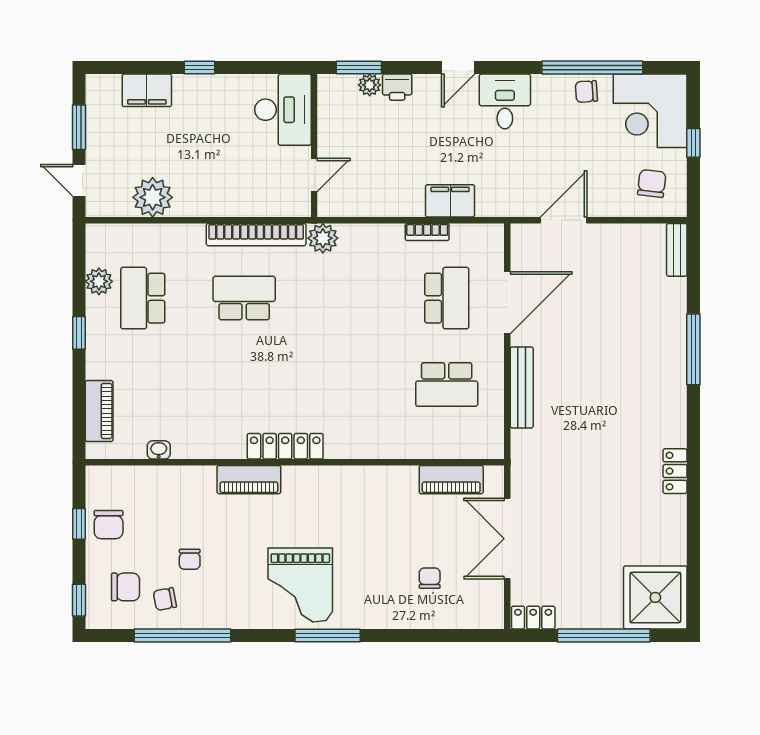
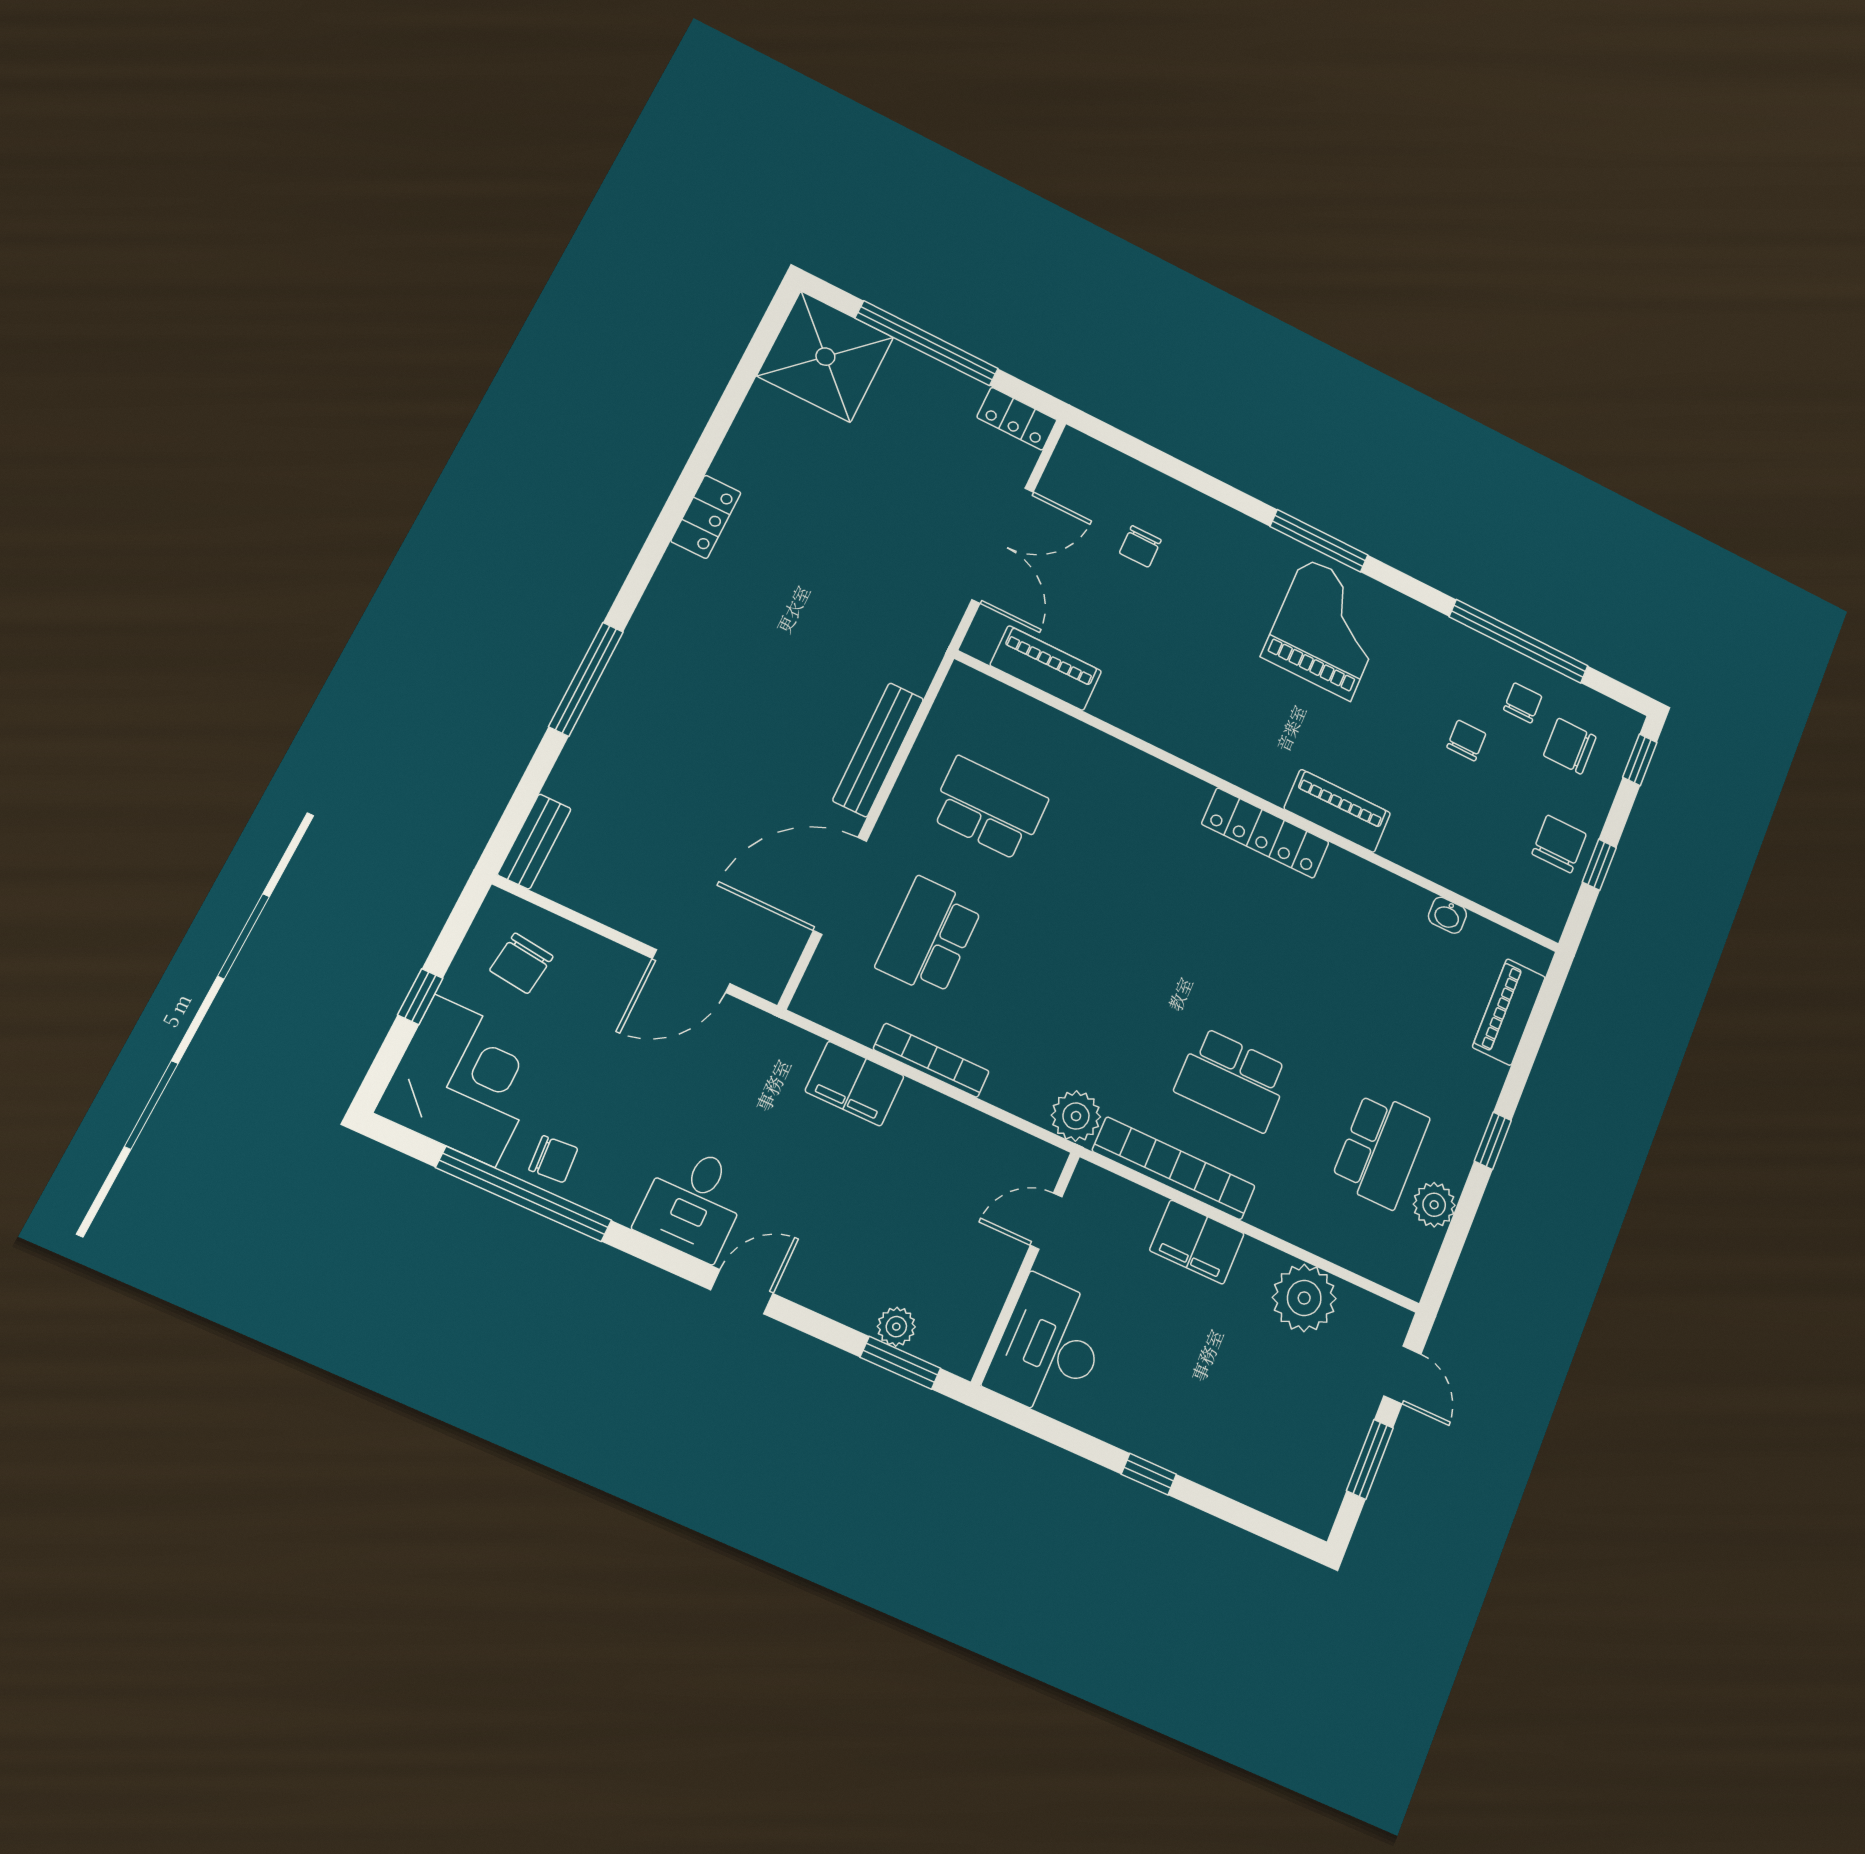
printer: (397, 87) -> (854, 1303), removed
filing cabinet: (147, 90) -> (1197, 1242), moved, turned 180
bookcase: (427, 232) -> (931, 1060), width x1.56
chair: (165, 599) -> (1523, 703), turned -79

